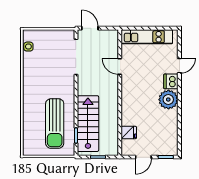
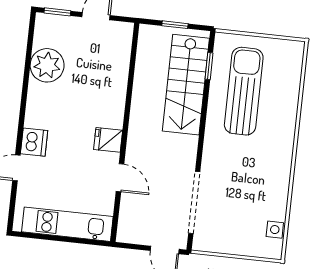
plant: (168, 100) -> (47, 65), moved
fridge: (129, 133) -> (108, 140), moved

